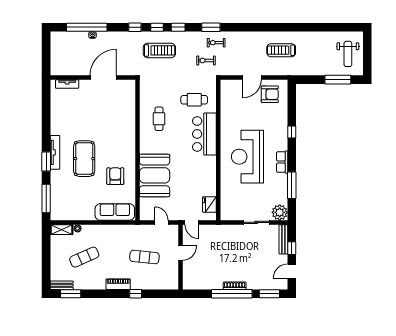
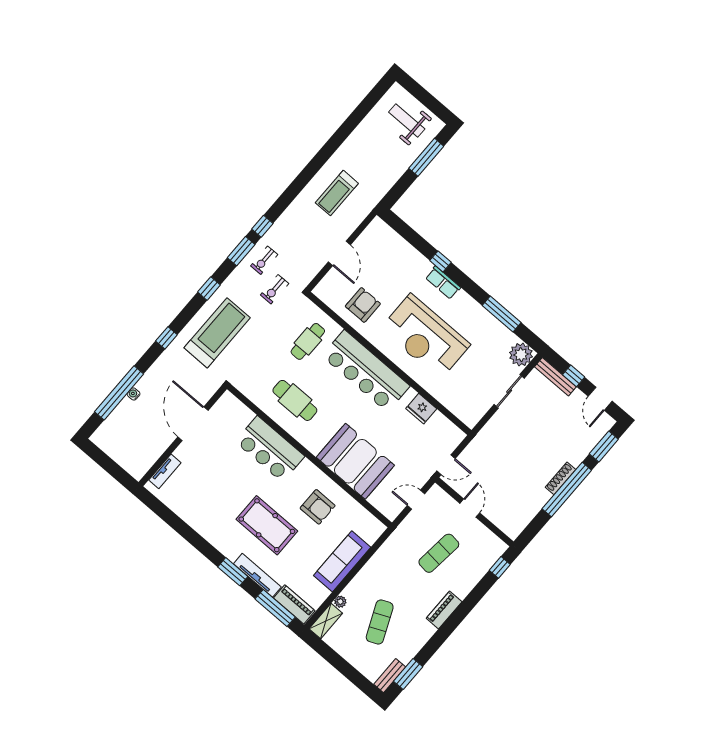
window: (157, 27) -> (262, 226), moved
treadmill: (159, 50) -> (217, 333), width x1.37, depth x1.38
weight bench: (348, 54) -> (407, 120), turned 180
armchair: (270, 94) -> (363, 305), moved
cafe table: (159, 119) -> (295, 400), width x1.37, depth x1.35
bar counter: (124, 127) -> (270, 449), added
bar counter: (204, 134) -> (366, 371), width x1.36
tv unit: (55, 152) -> (257, 575), moved
row of seats: (282, 162) -> (443, 283), moved
armchair: (115, 176) -> (318, 507), turned 180
fridge: (209, 205) -> (421, 409), moved
piano: (56, 207) -> (294, 604), added
sofa: (115, 212) -> (342, 561), moved
window: (136, 294) -> (500, 567), moved

